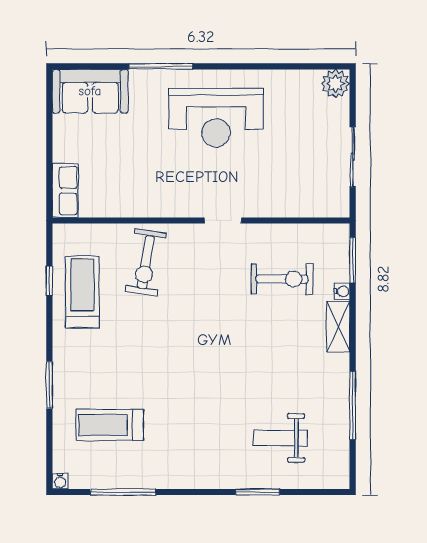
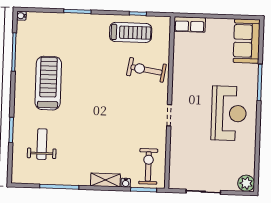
reception desk: (216, 118) -> (229, 113), turned 180
exercise bike: (282, 279) -> (148, 166), moved, turned 180
treadmill: (110, 425) -> (48, 83), moved, width x1.37, depth x1.38

